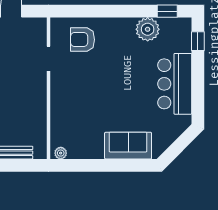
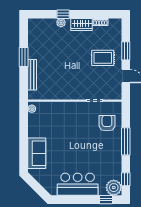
window: (110, 11) -> (126, 141), added
plant: (148, 29) -> (114, 188), moved

